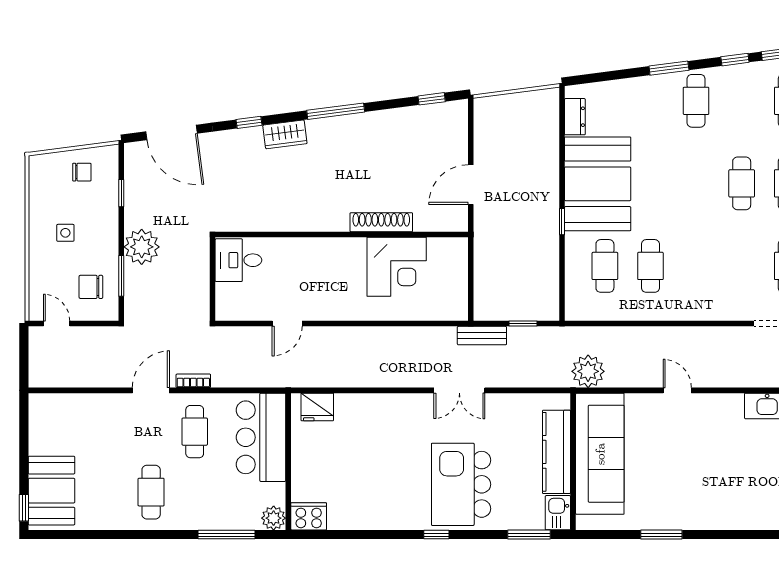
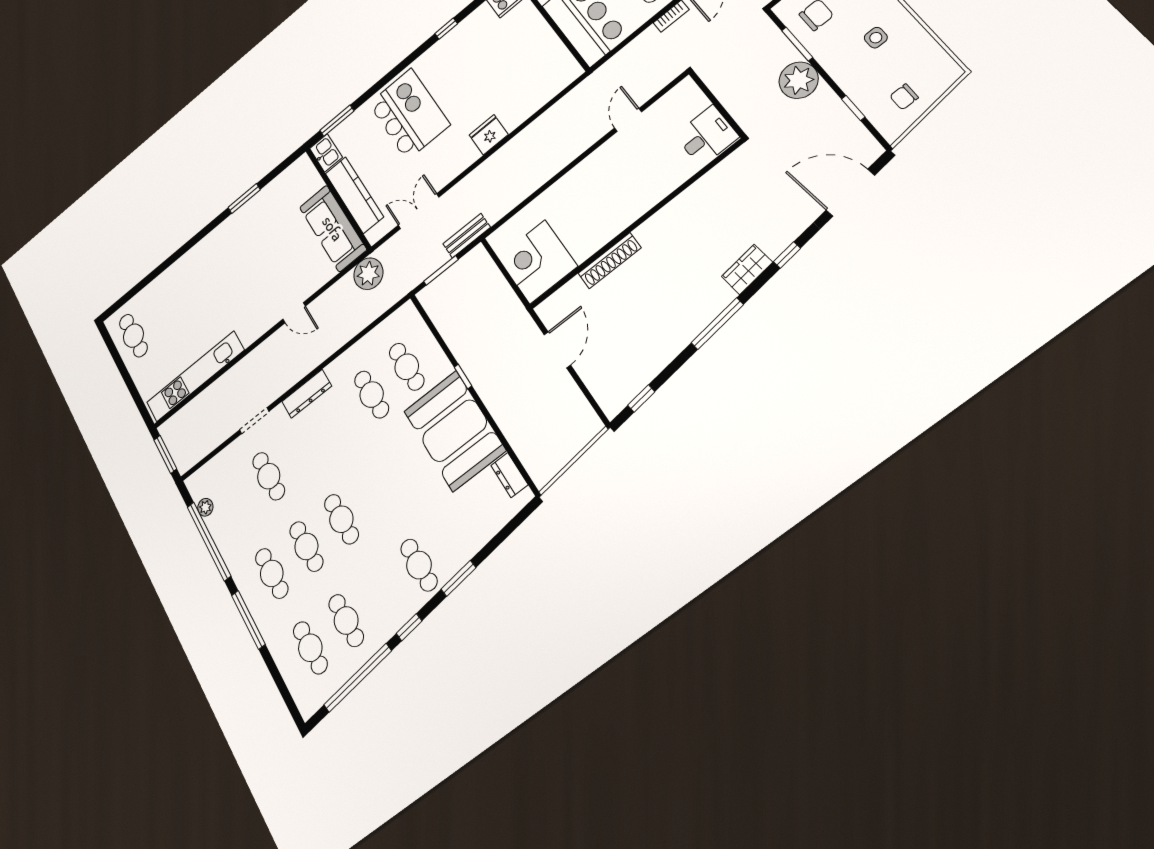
corner desk: (397, 267) -> (538, 262), moved
dresser: (709, 310) -> (307, 394), added
window: (523, 324) -> (441, 270), width x1.50
double door: (459, 390) -> (419, 211), moved
fridge: (317, 407) -> (489, 135), moved
sofa: (600, 454) -> (333, 228), width x0.74, depth x0.79
window: (436, 535) -> (446, 29), moved

